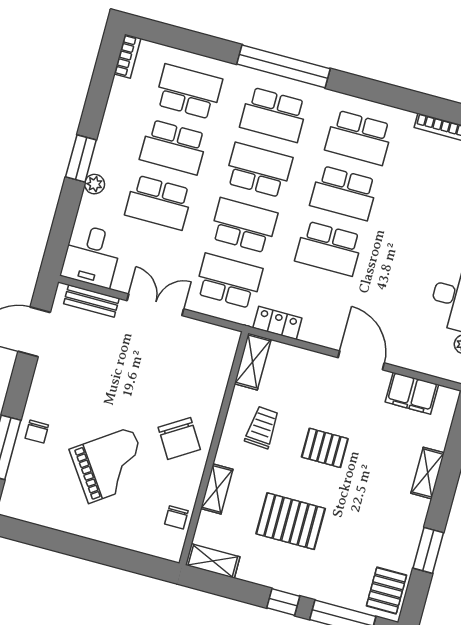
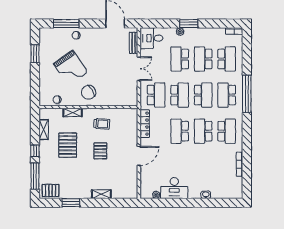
school desk: (359, 138) -> (227, 131), turned 180
locker: (277, 323) -> (145, 124), width x1.53
shelving: (253, 361) -> (127, 113), removed
filing cabinet: (412, 393) -> (131, 179), removed
window: (54, 540) -> (35, 54), added
shelving: (213, 561) -> (44, 130), moved

